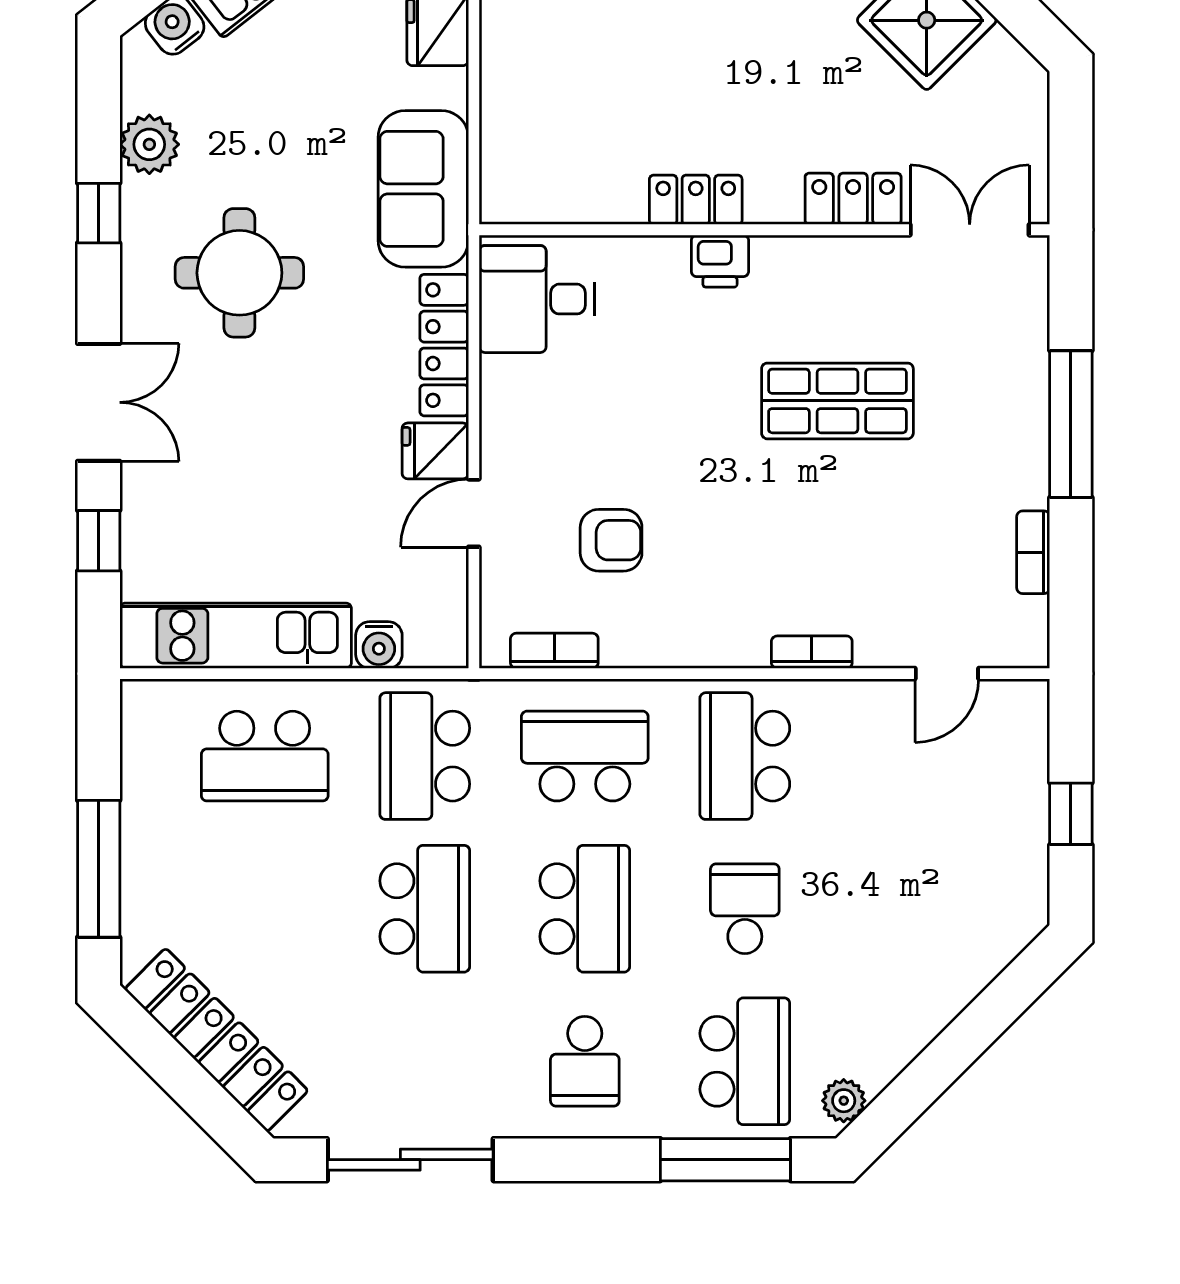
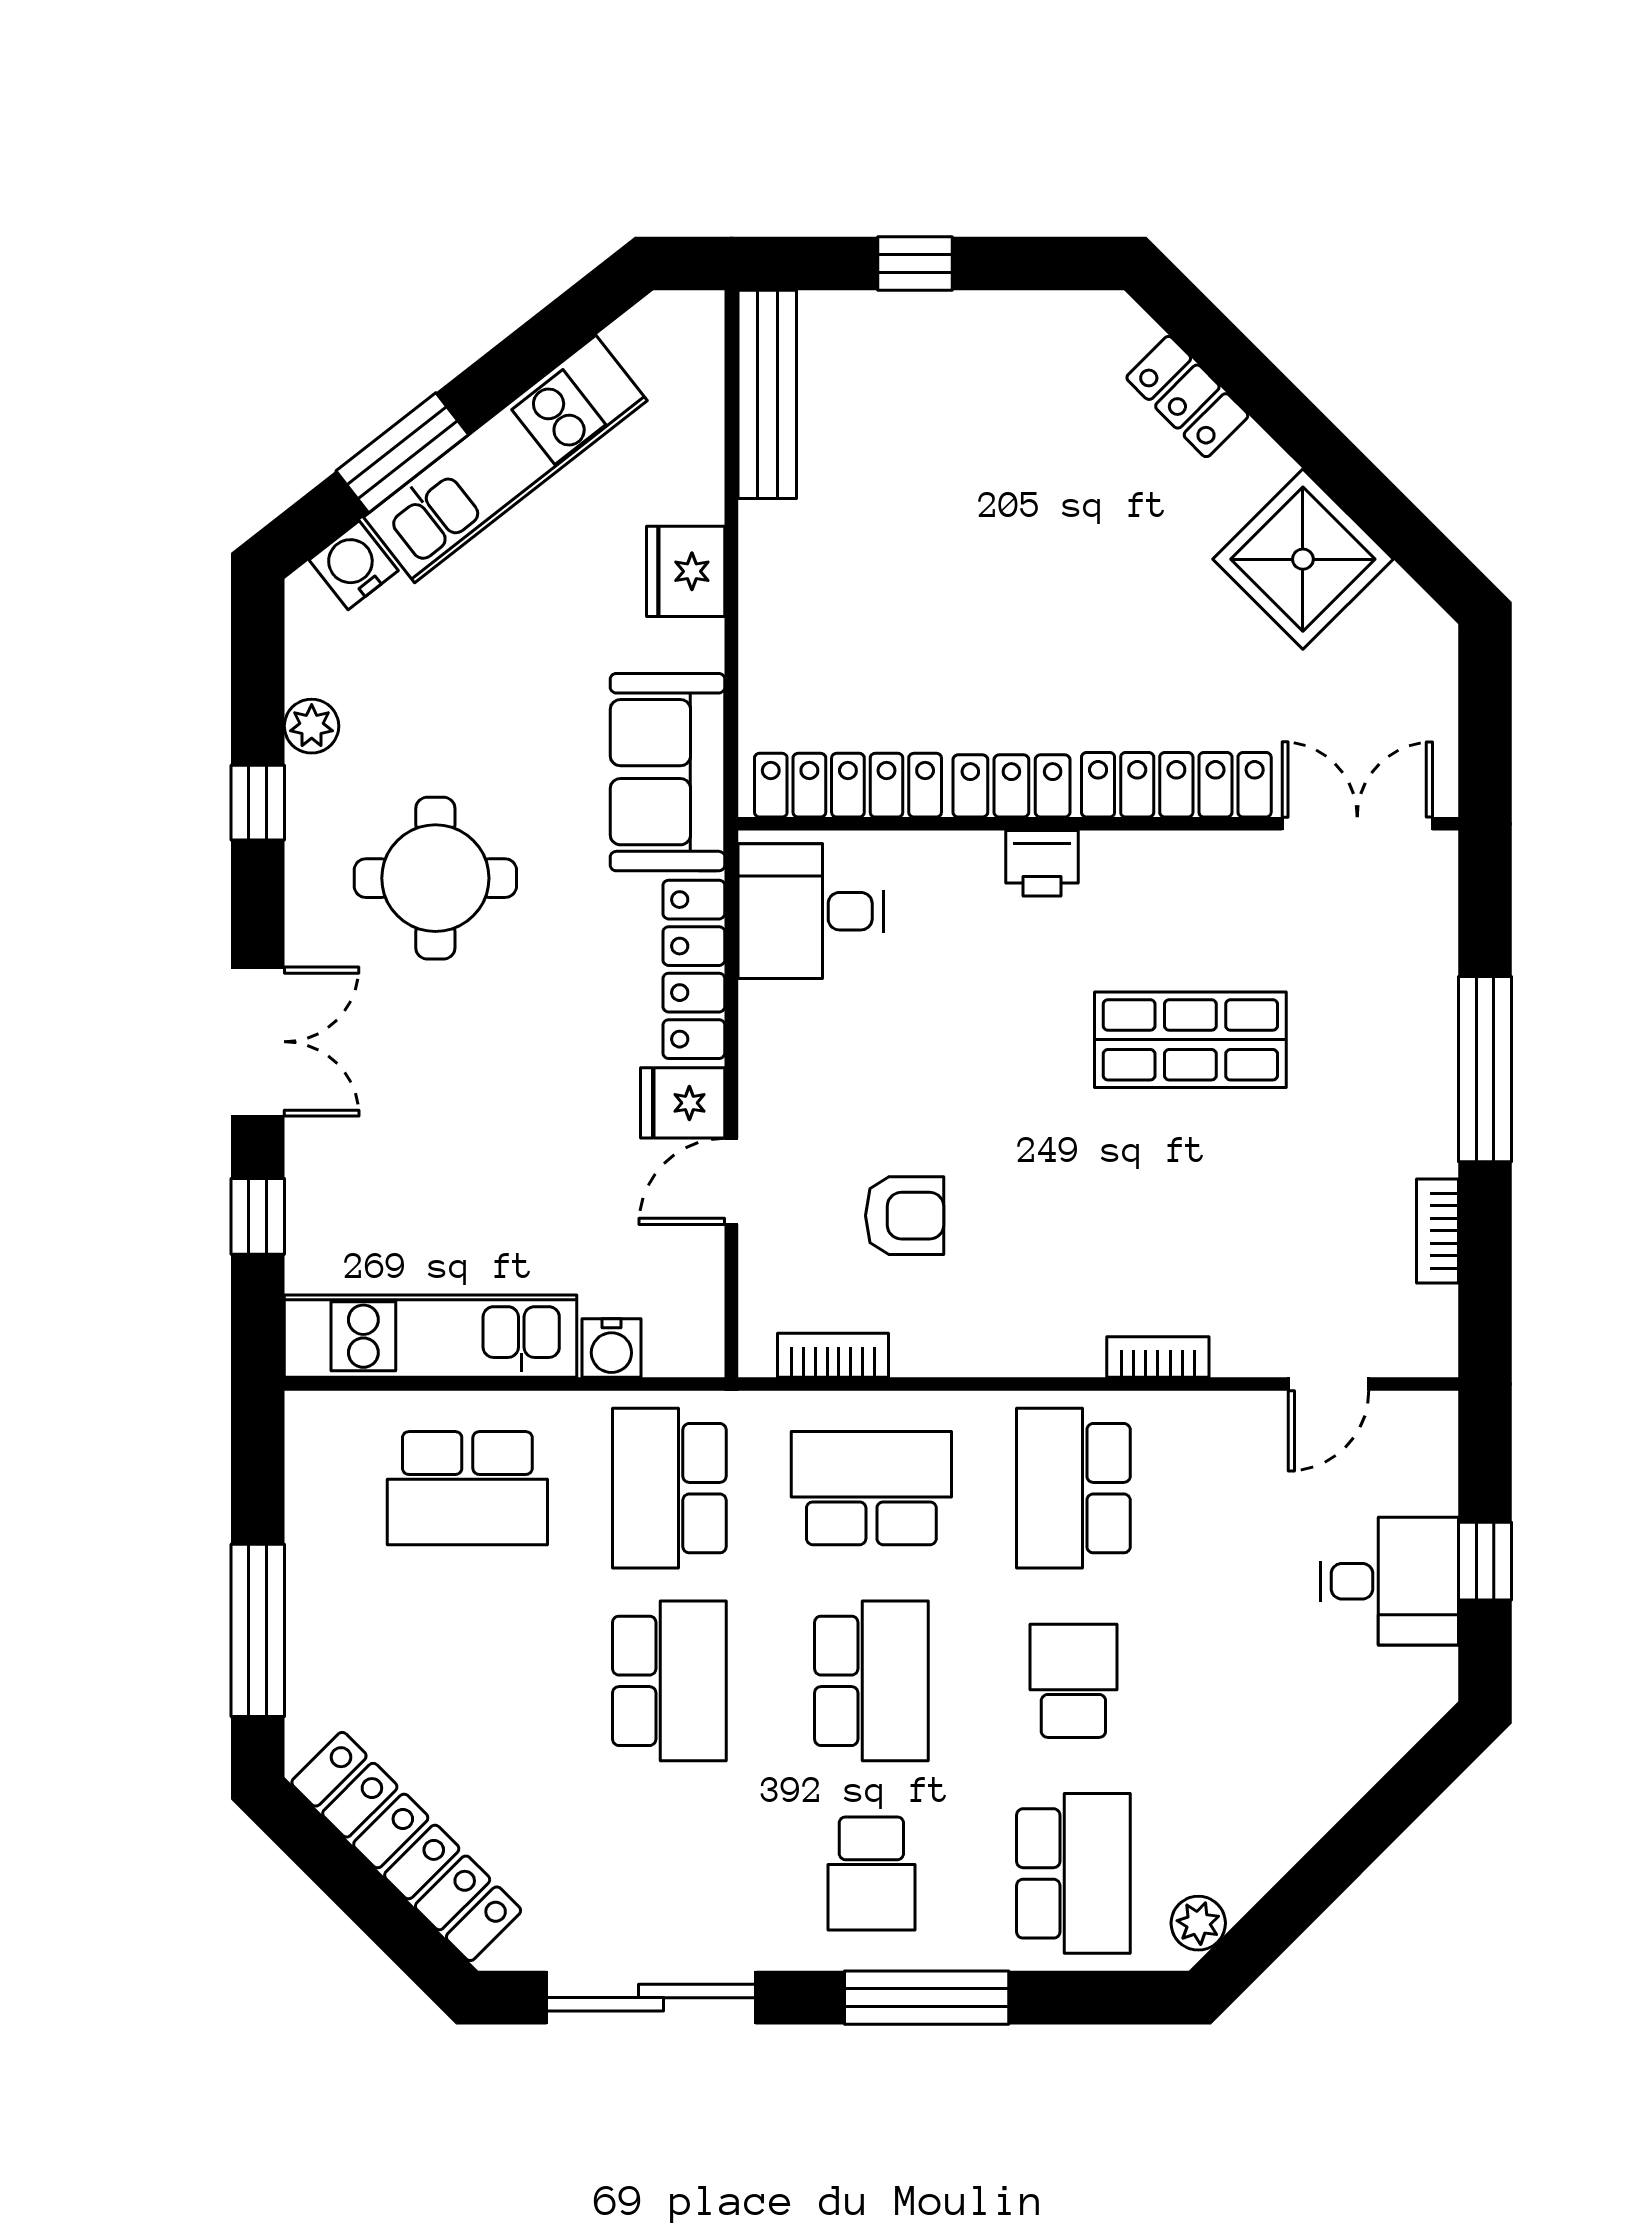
plant: (149, 144) -> (312, 726), width x0.73, depth x0.73
locker: (566, 199) -> (848, 785), added
locker: (853, 199) -> (1176, 785), width x1.53
desk: (995, 830) -> (1389, 1581), added
window: (725, 1160) -> (927, 1998), moved

